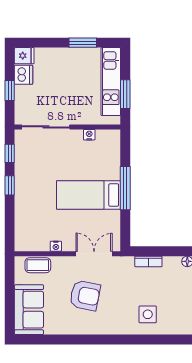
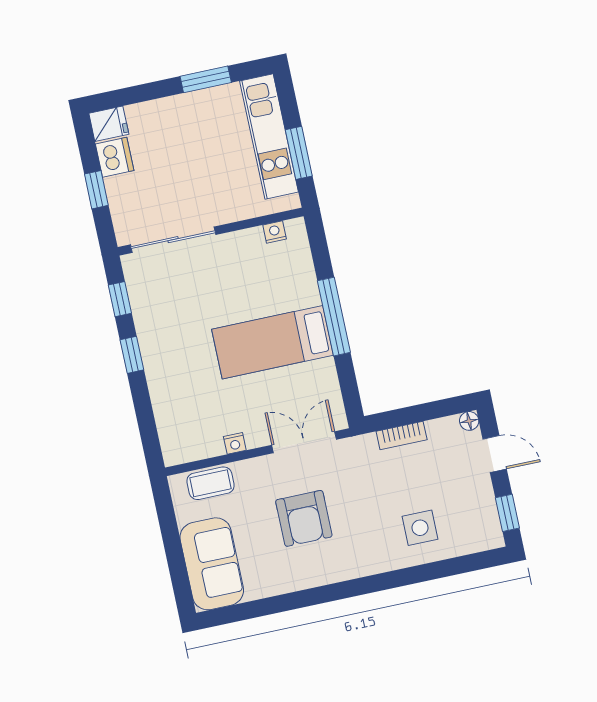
nightstand: (89, 135) -> (275, 232), moved
armchair: (85, 295) -> (304, 518), turned 79

